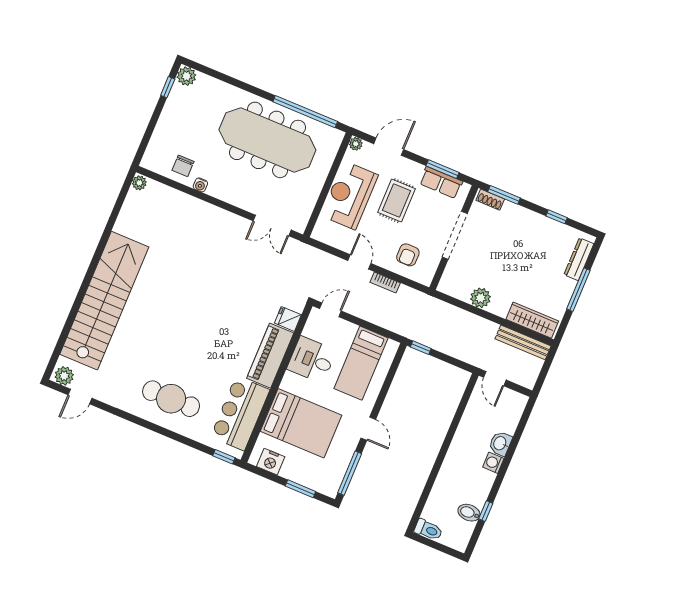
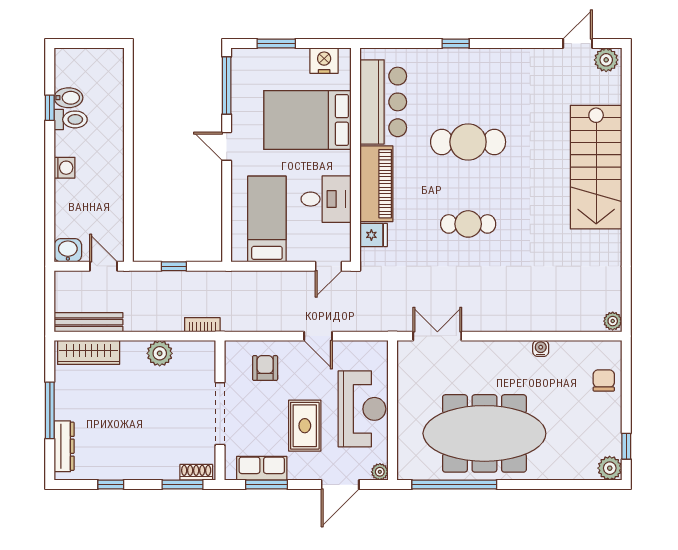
chair: (183, 166) -> (604, 380), moved
bookcase: (385, 283) -> (202, 325), moved
cafe table: (215, 298) -> (468, 224), added
stairs: (104, 301) -> (596, 167), width x0.73
window: (421, 348) -> (174, 266), moved
cafe table: (171, 399) -> (468, 142), moved
washbasin: (500, 443) -> (68, 250), moved, turned -90
window: (224, 457) -> (456, 44), moved
toilet: (428, 530) -> (71, 119), moved, turned 180

